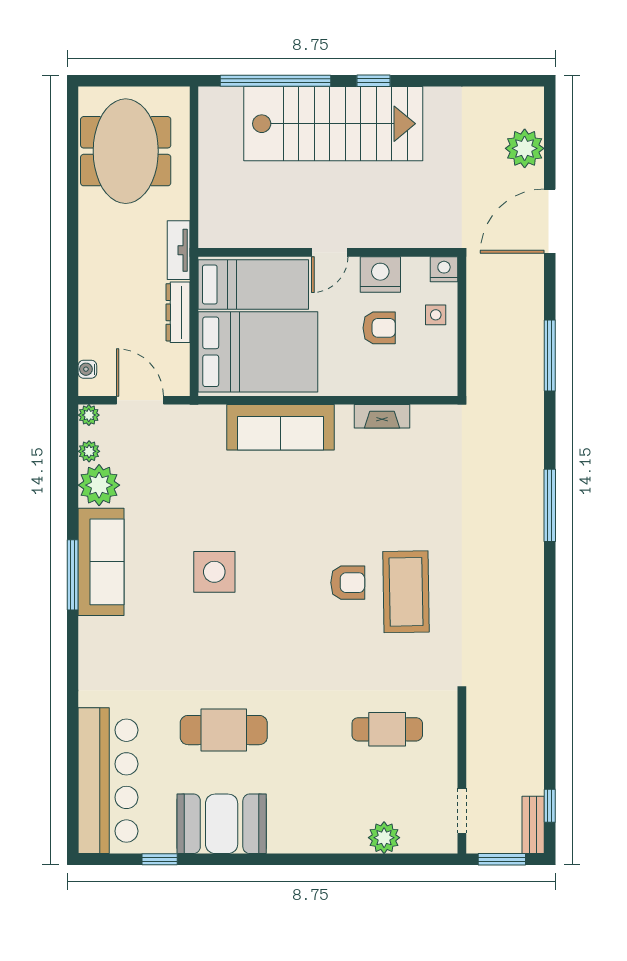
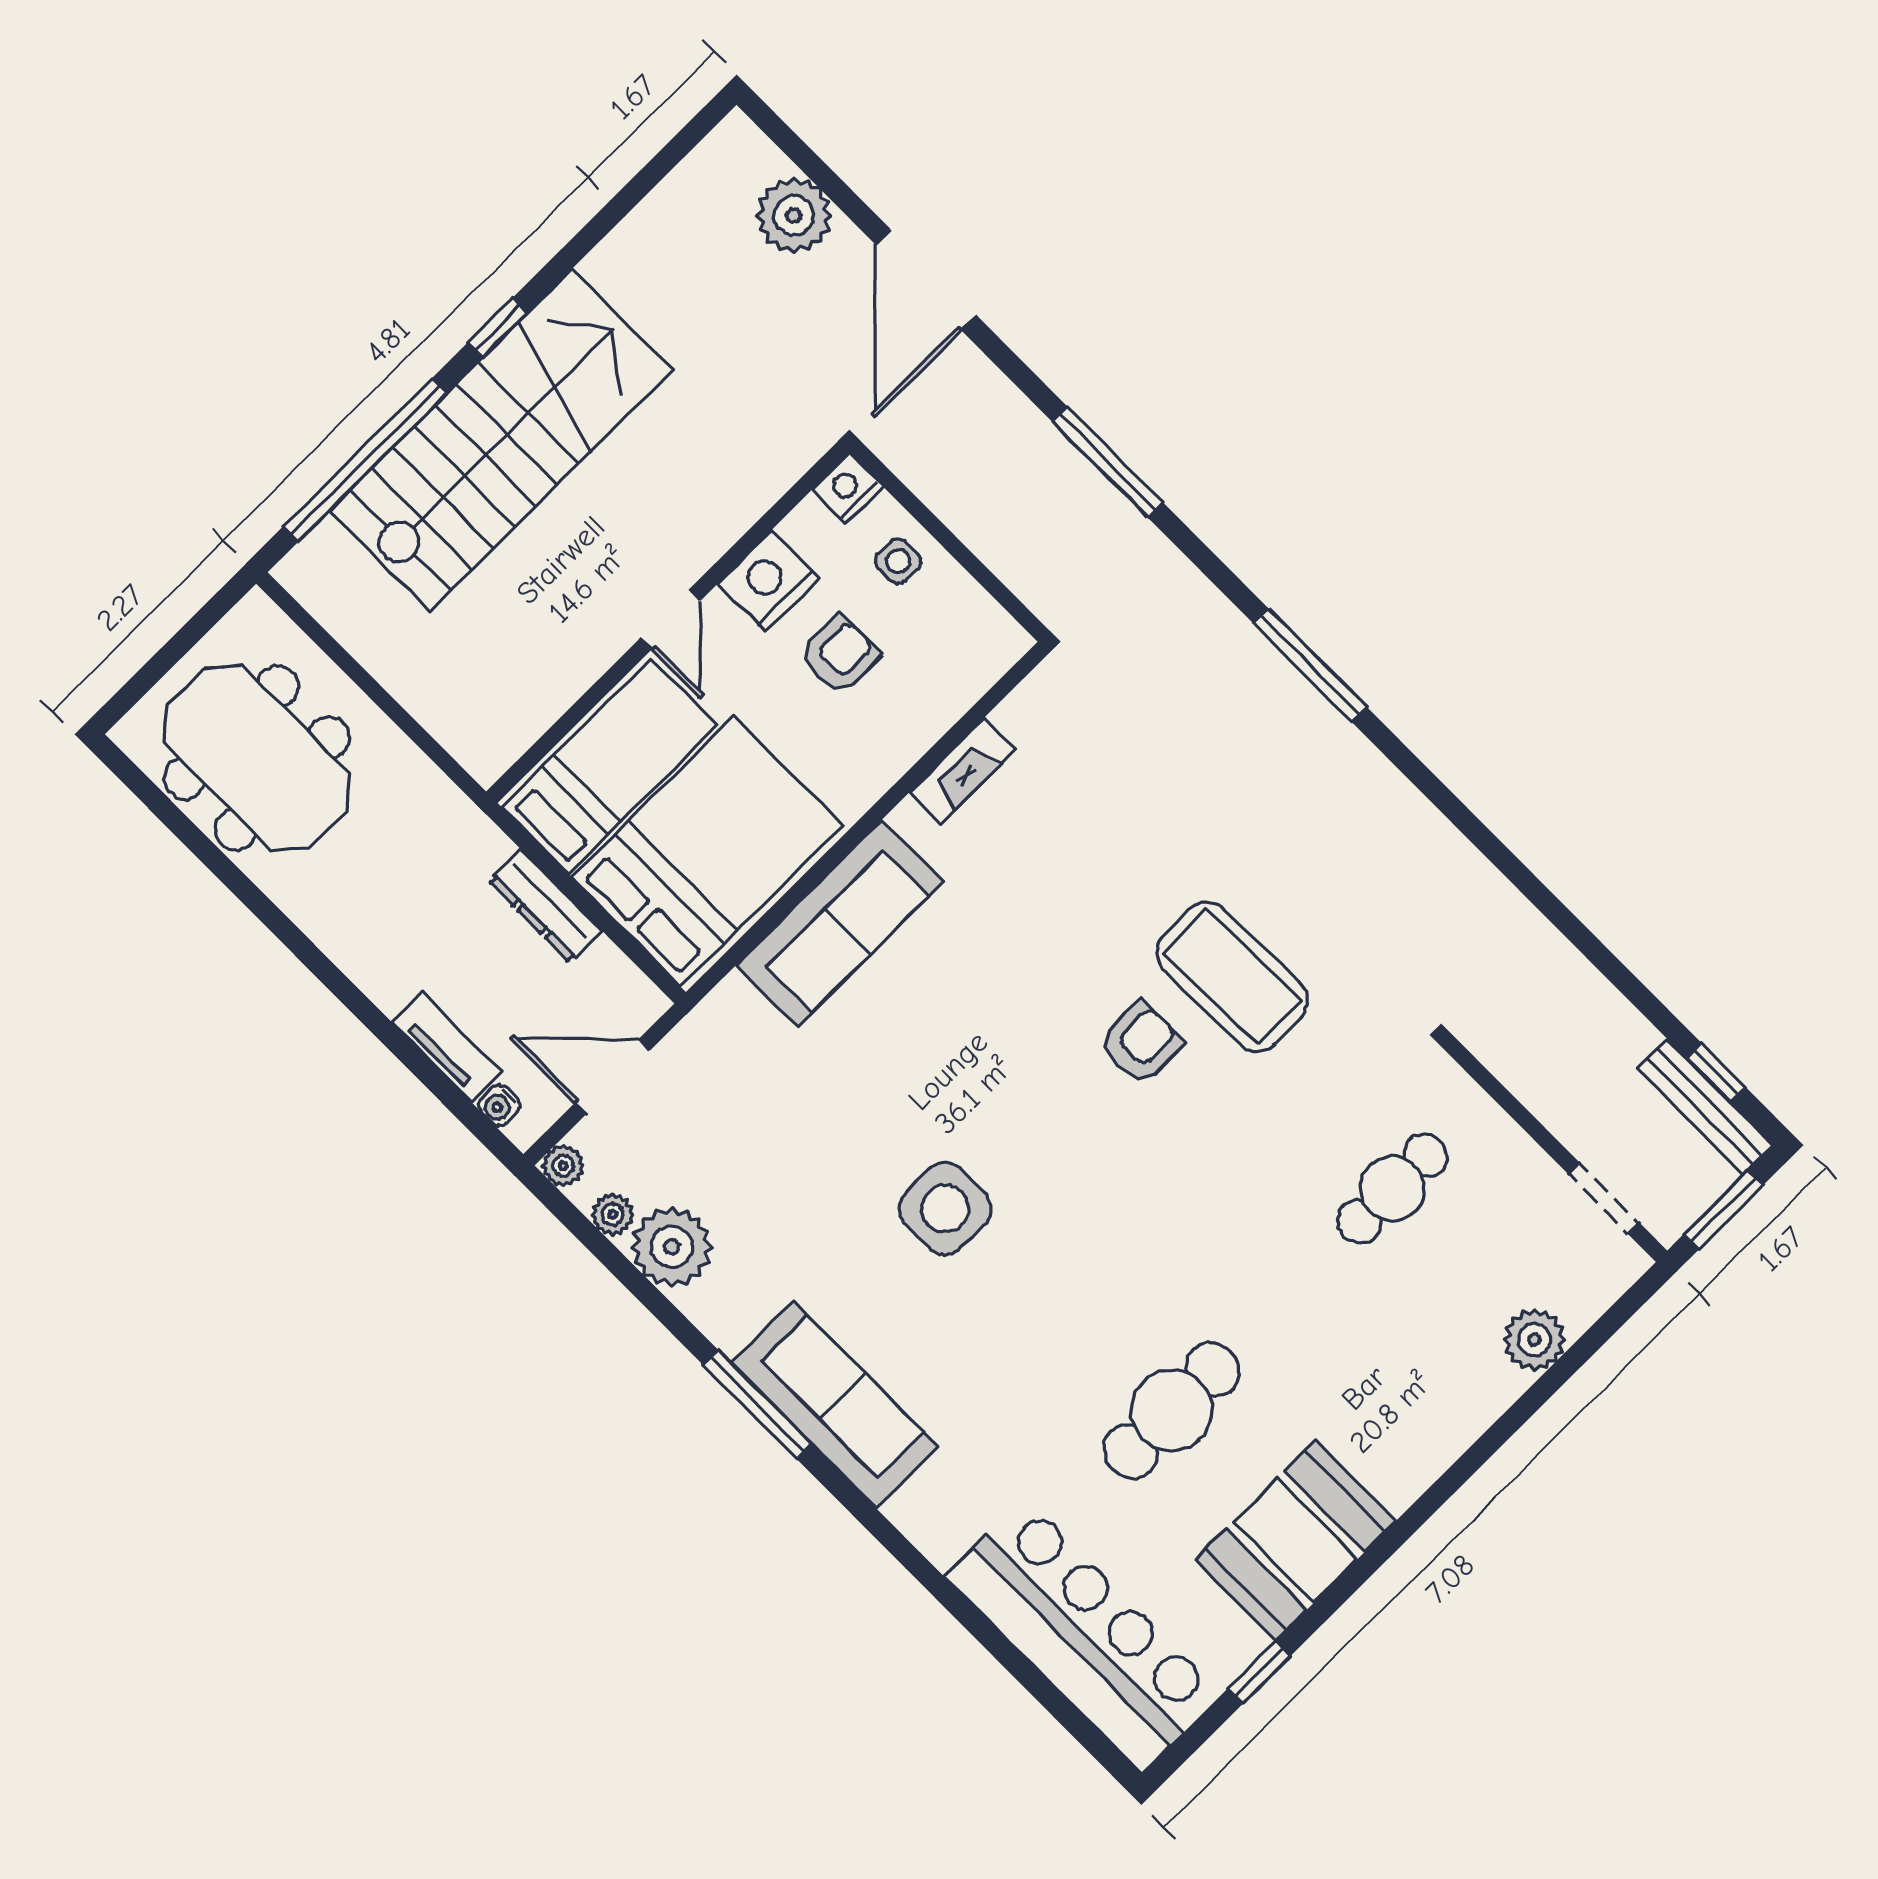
tv unit: (179, 250) -> (447, 1047), moved, turned 180
sofa: (101, 562) -> (835, 1405), moved
bench: (533, 825) -> (1705, 1107), width x1.36

